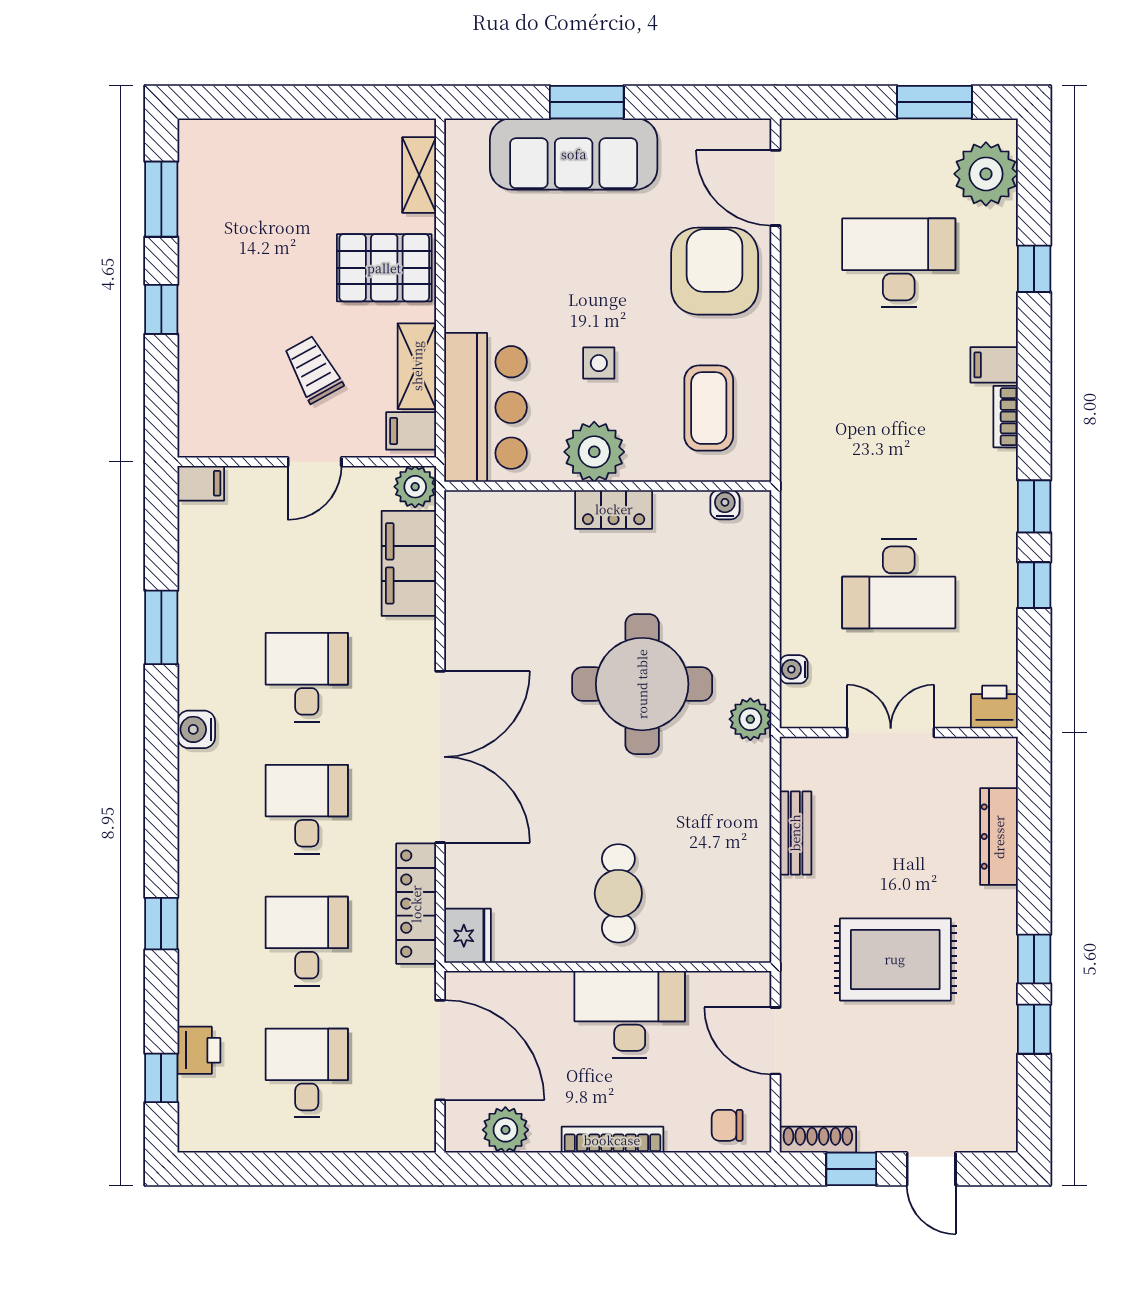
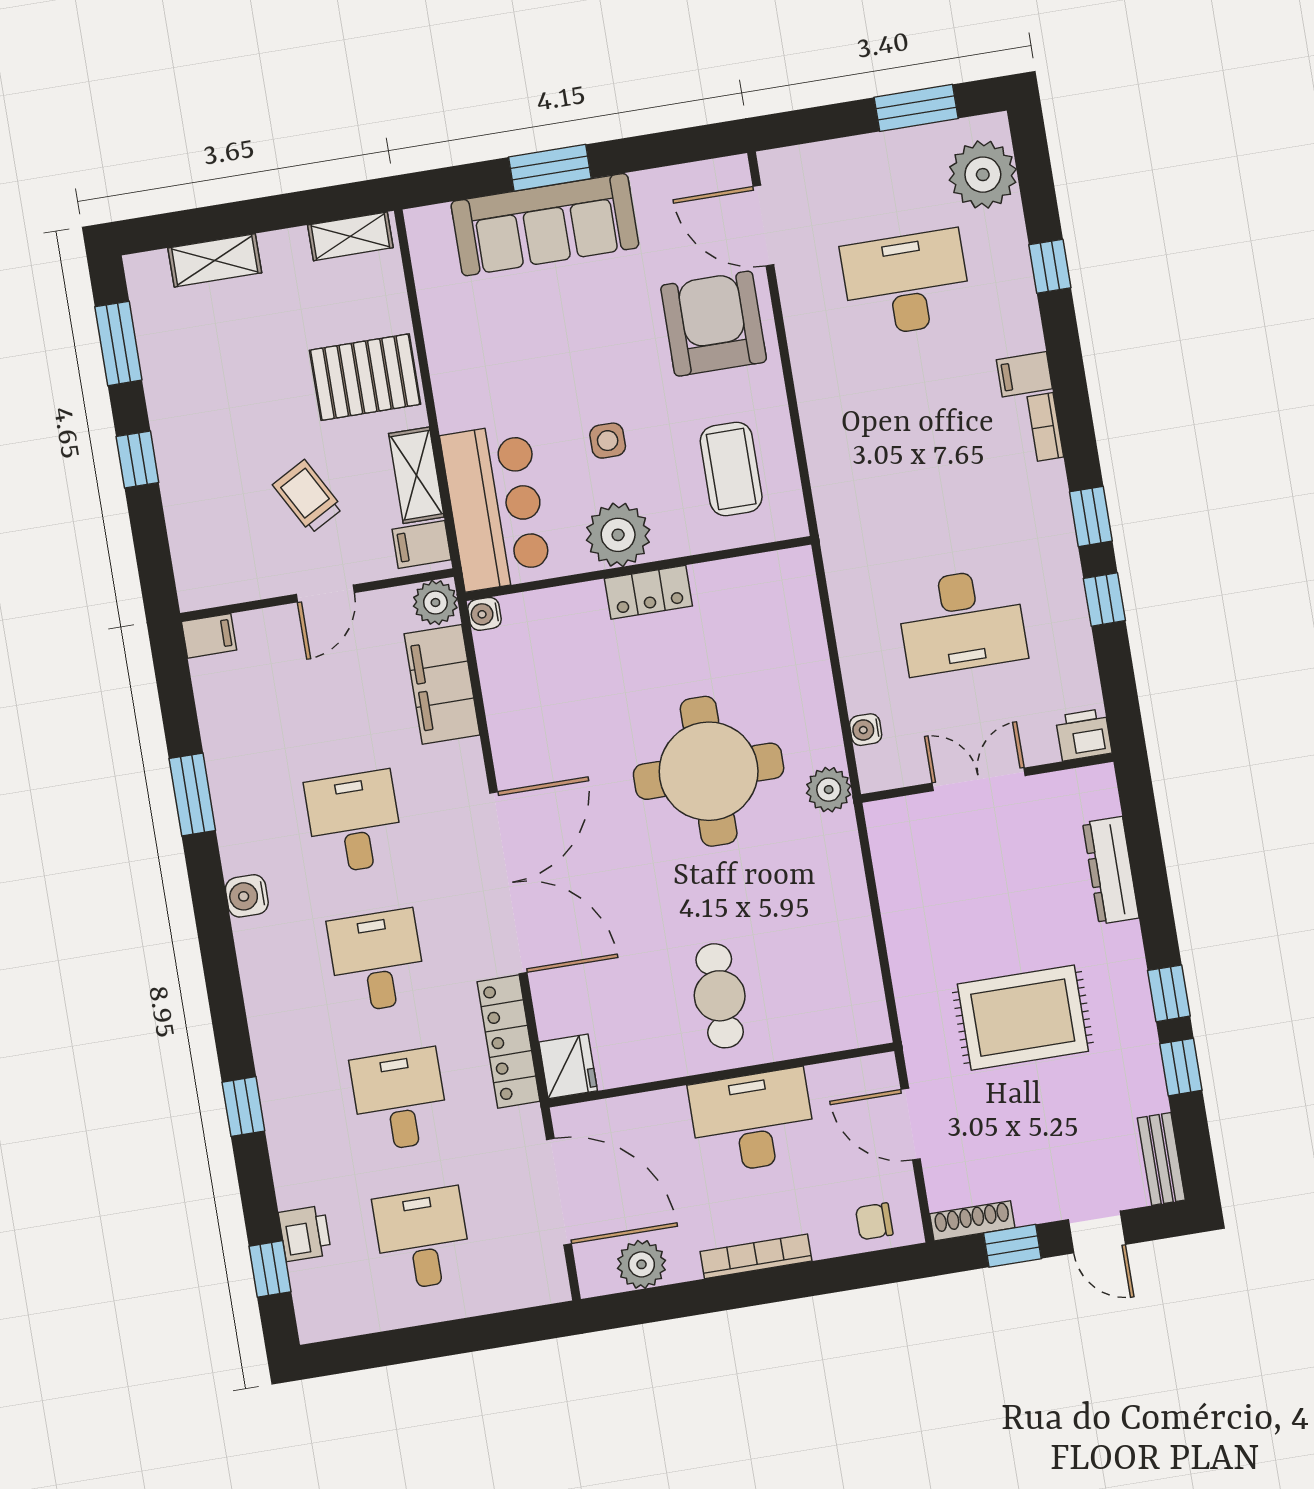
shelving: (263, 137) -> (215, 260), added
shelving: (419, 175) -> (350, 236), moved, turned 90
water cooler: (725, 505) -> (485, 614), moved, turned -90
bench: (795, 833) -> (1161, 1159), moved

